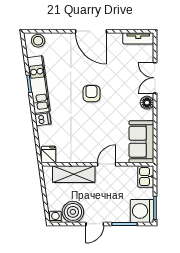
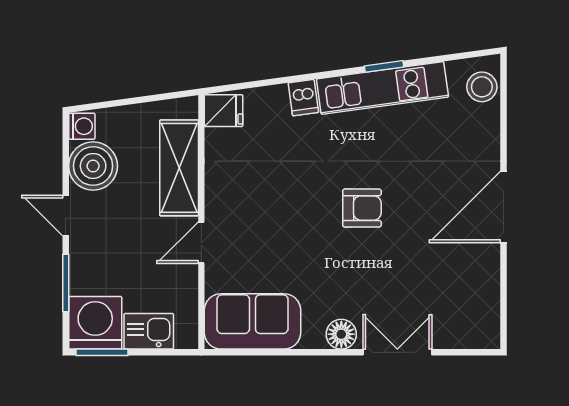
tv unit: (138, 38) -> (487, 314), removed
door: (107, 164) -> (201, 243), swing flipped
kitchen sink: (146, 176) -> (149, 331), moved

